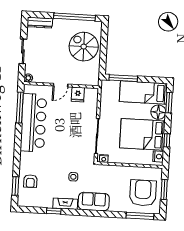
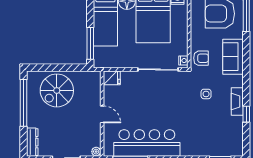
fridge: (78, 94) -> (112, 78), moved
armchair: (30, 181) -> (201, 58), moved
sofa: (94, 202) -> (233, 57), moved

